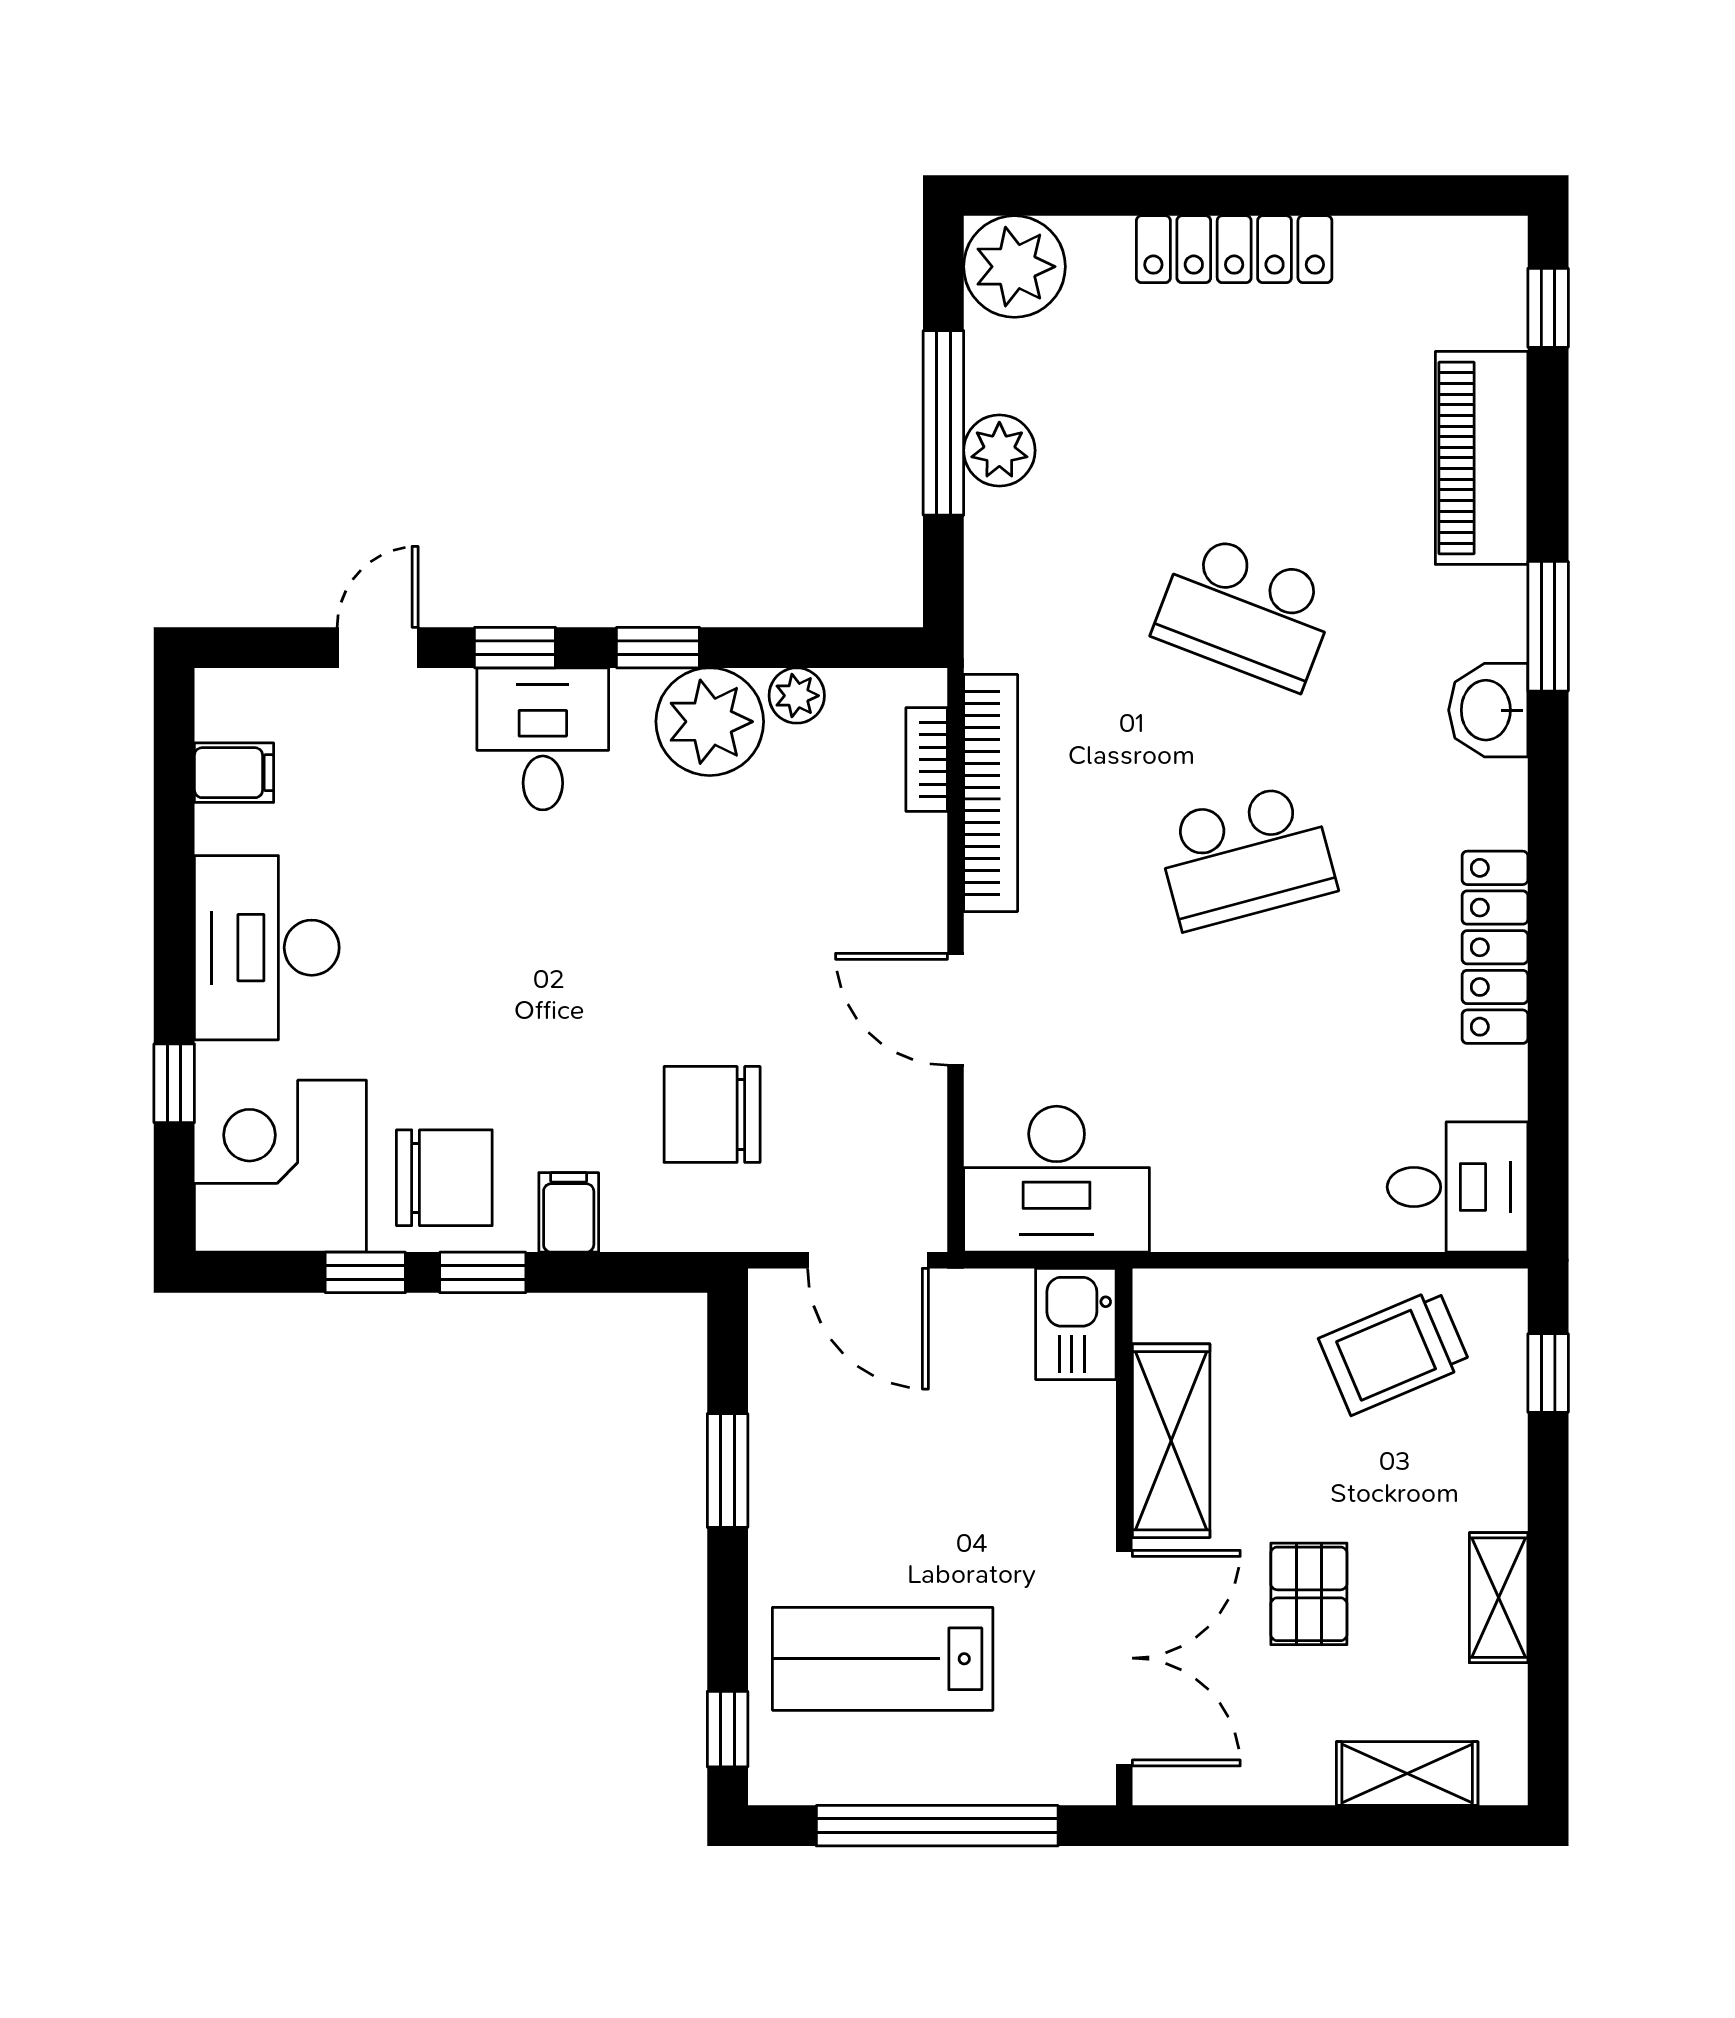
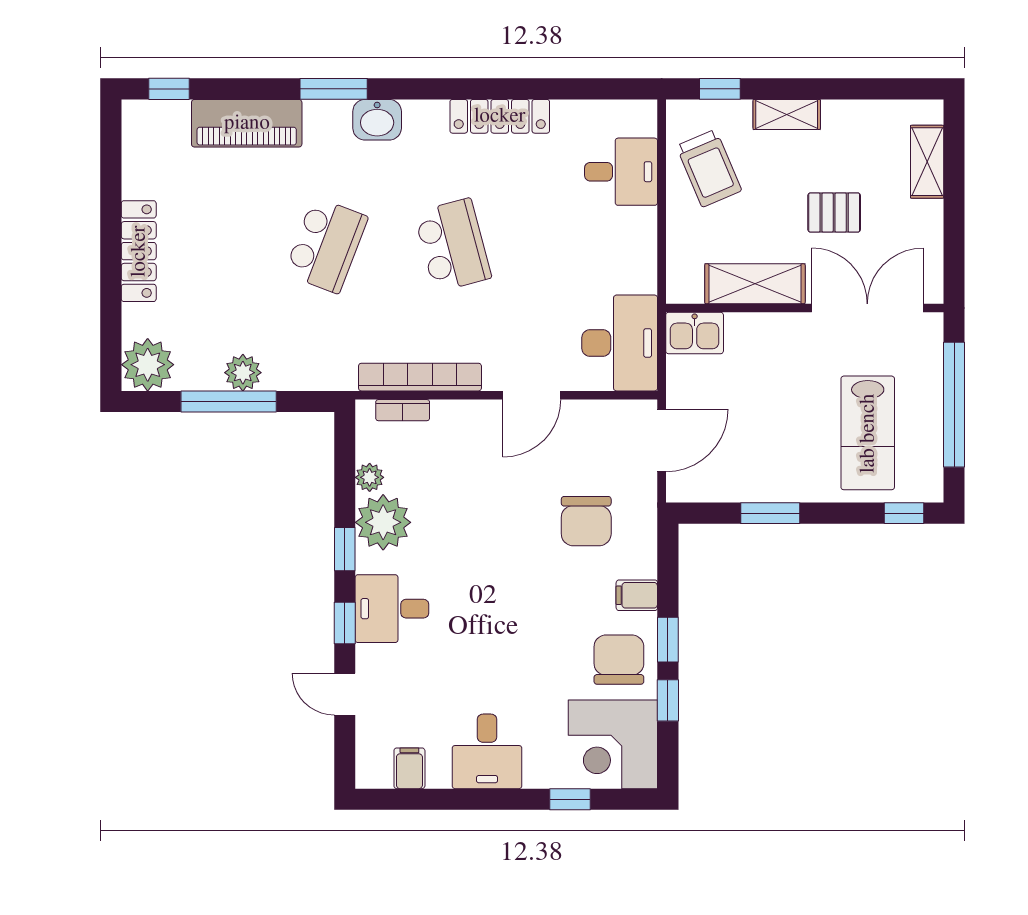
desk: (267, 948) -> (487, 751), width x0.73
desk: (1457, 1187) -> (621, 172), moved, turned 90
shelving: (1499, 1598) -> (787, 114), moved

